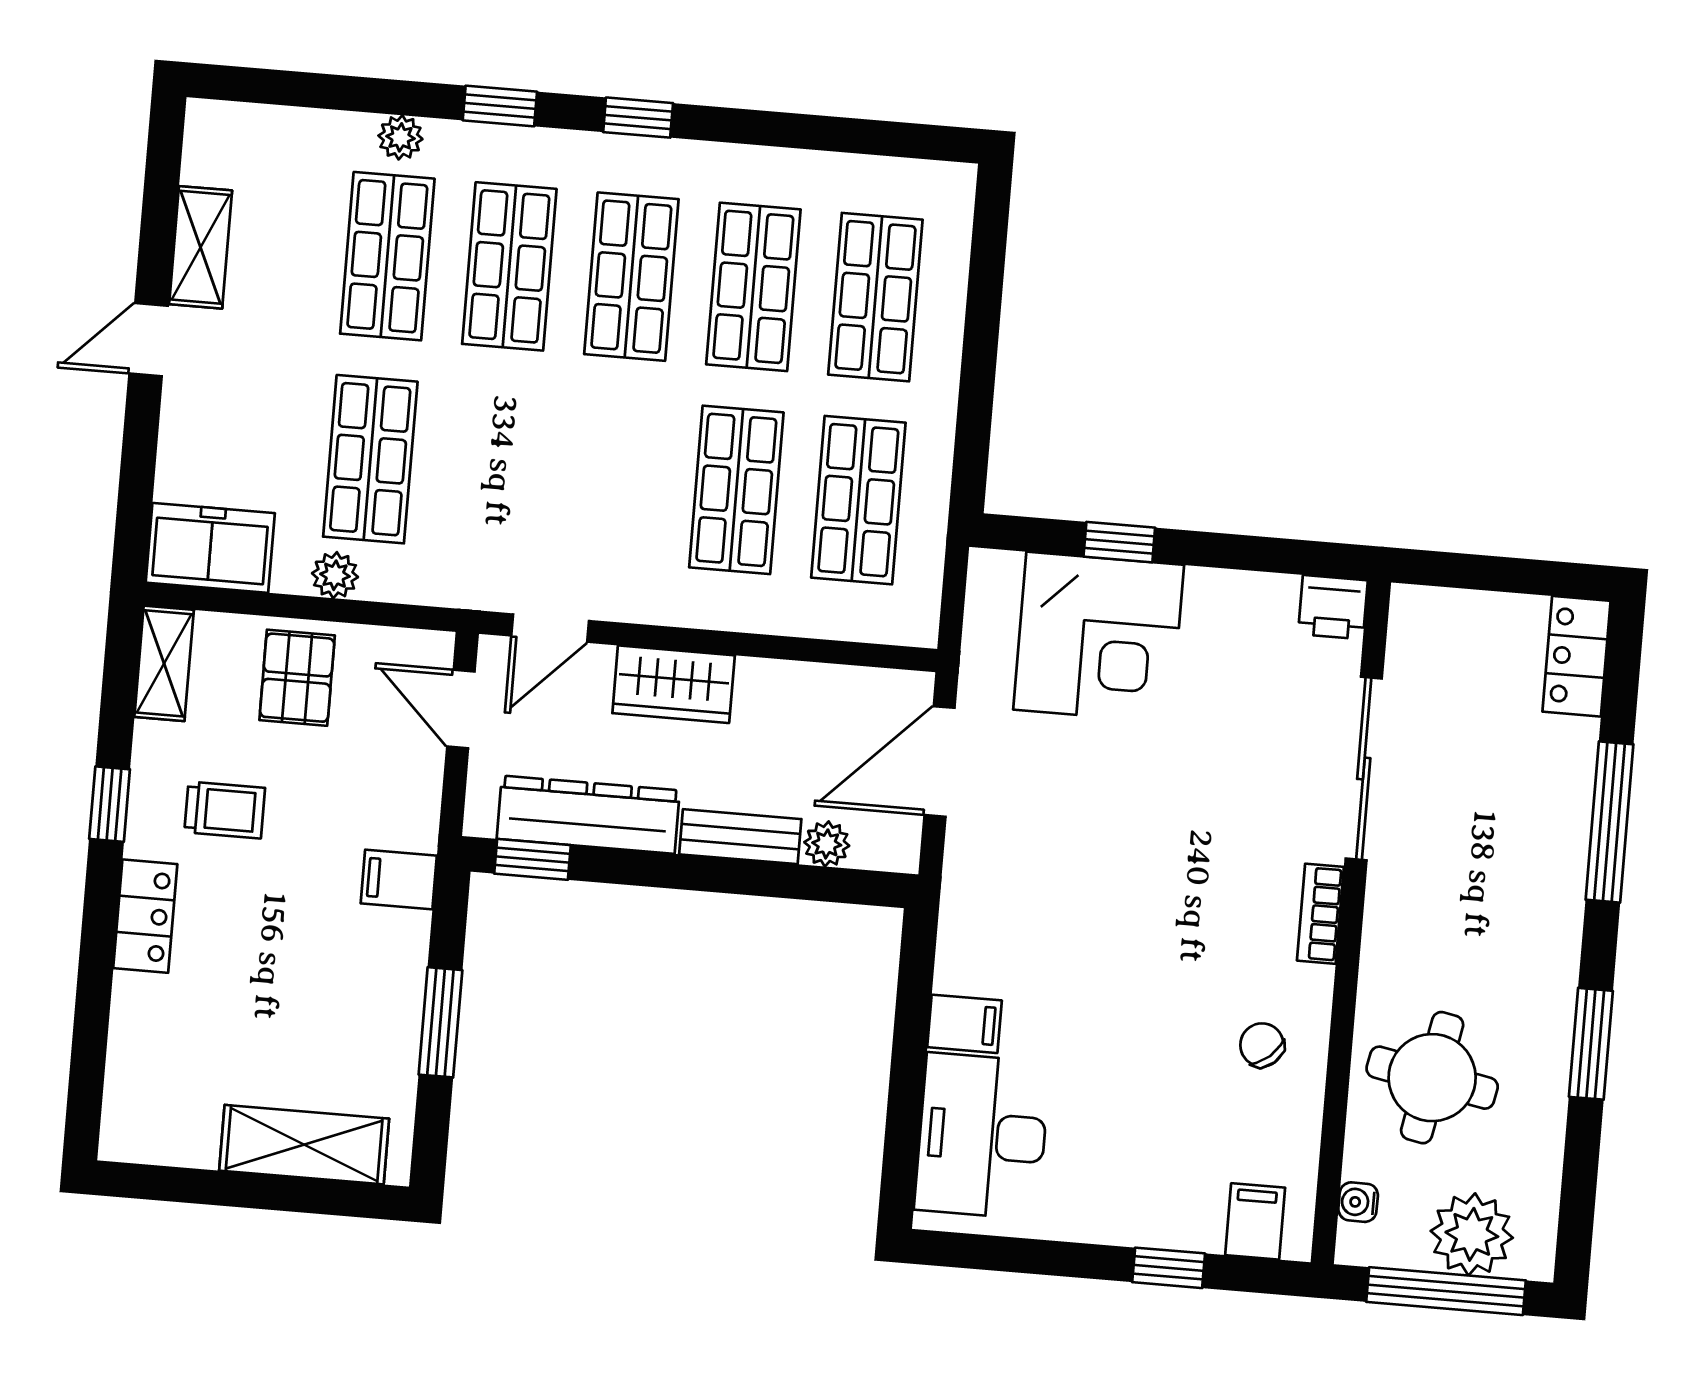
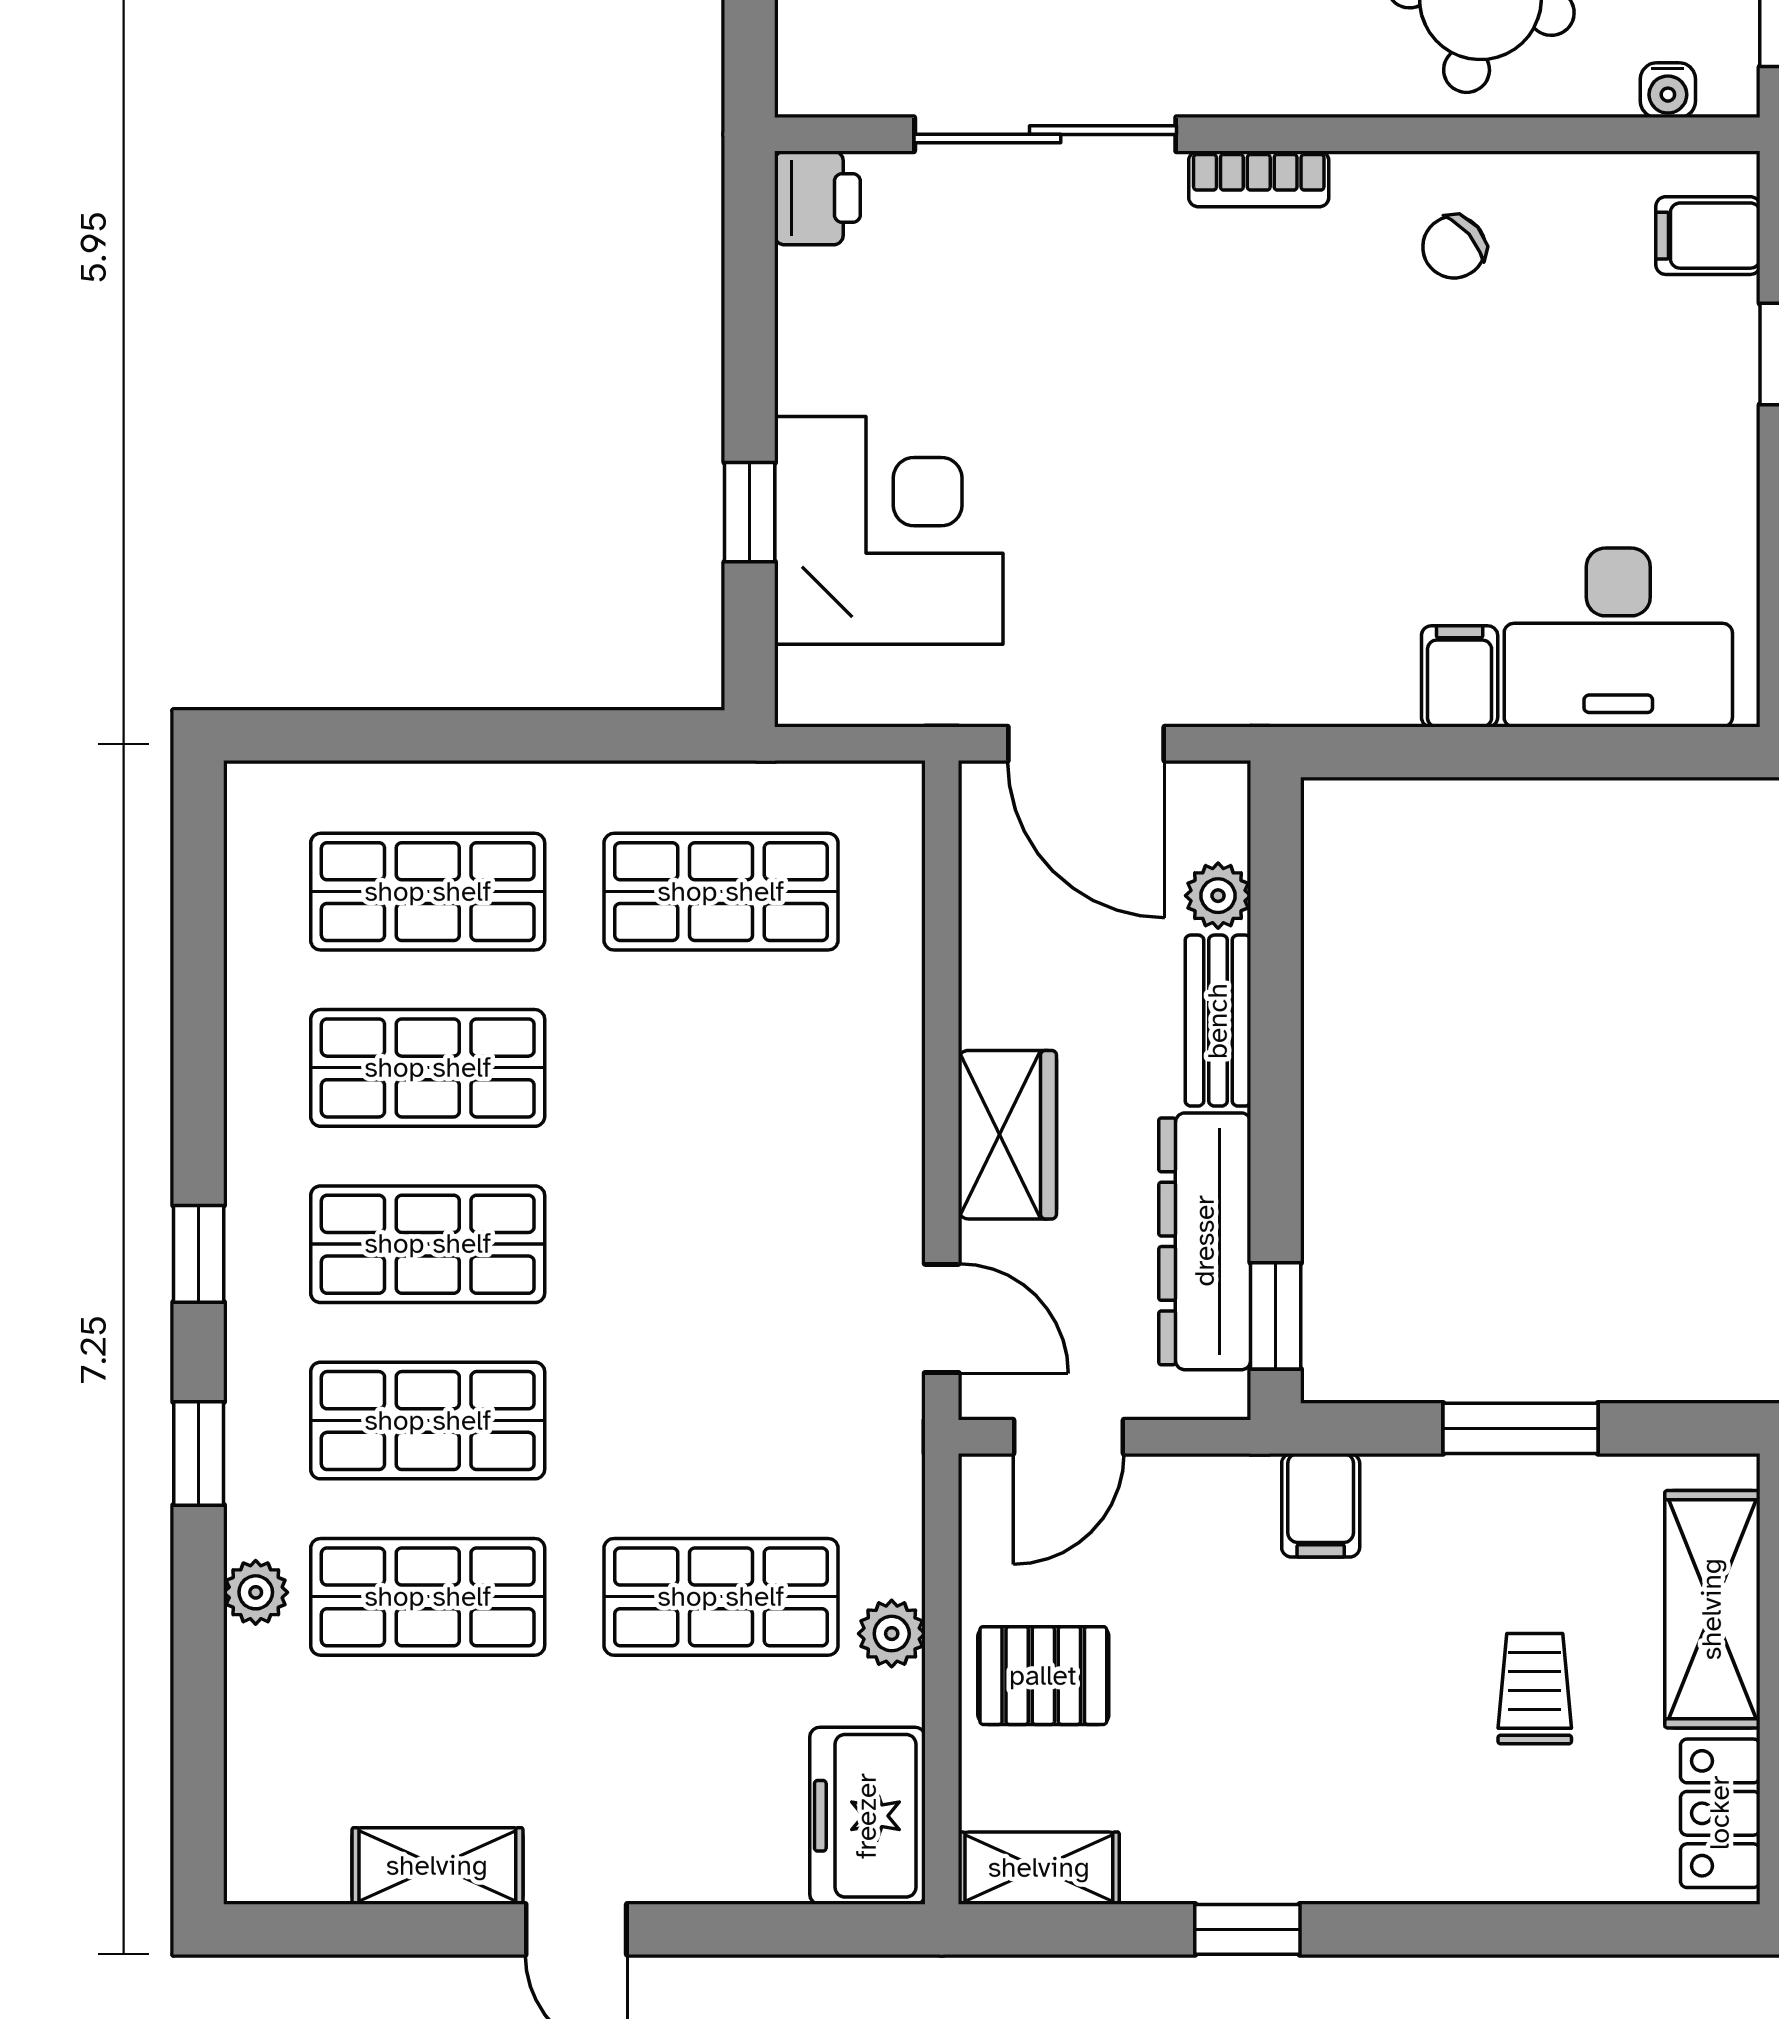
shop shelf: (736, 490) -> (721, 1068), removed
trolley: (225, 810) -> (1535, 1689), moved
locker: (145, 916) -> (1720, 1813), moved, turned -90

